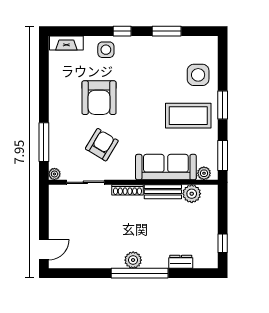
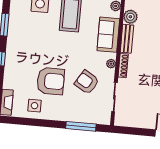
side table: (106, 50) -> (34, 106), moved
sofa: (166, 167) -> (108, 35), width x0.73
plant: (54, 174) -> (111, 64), moved

